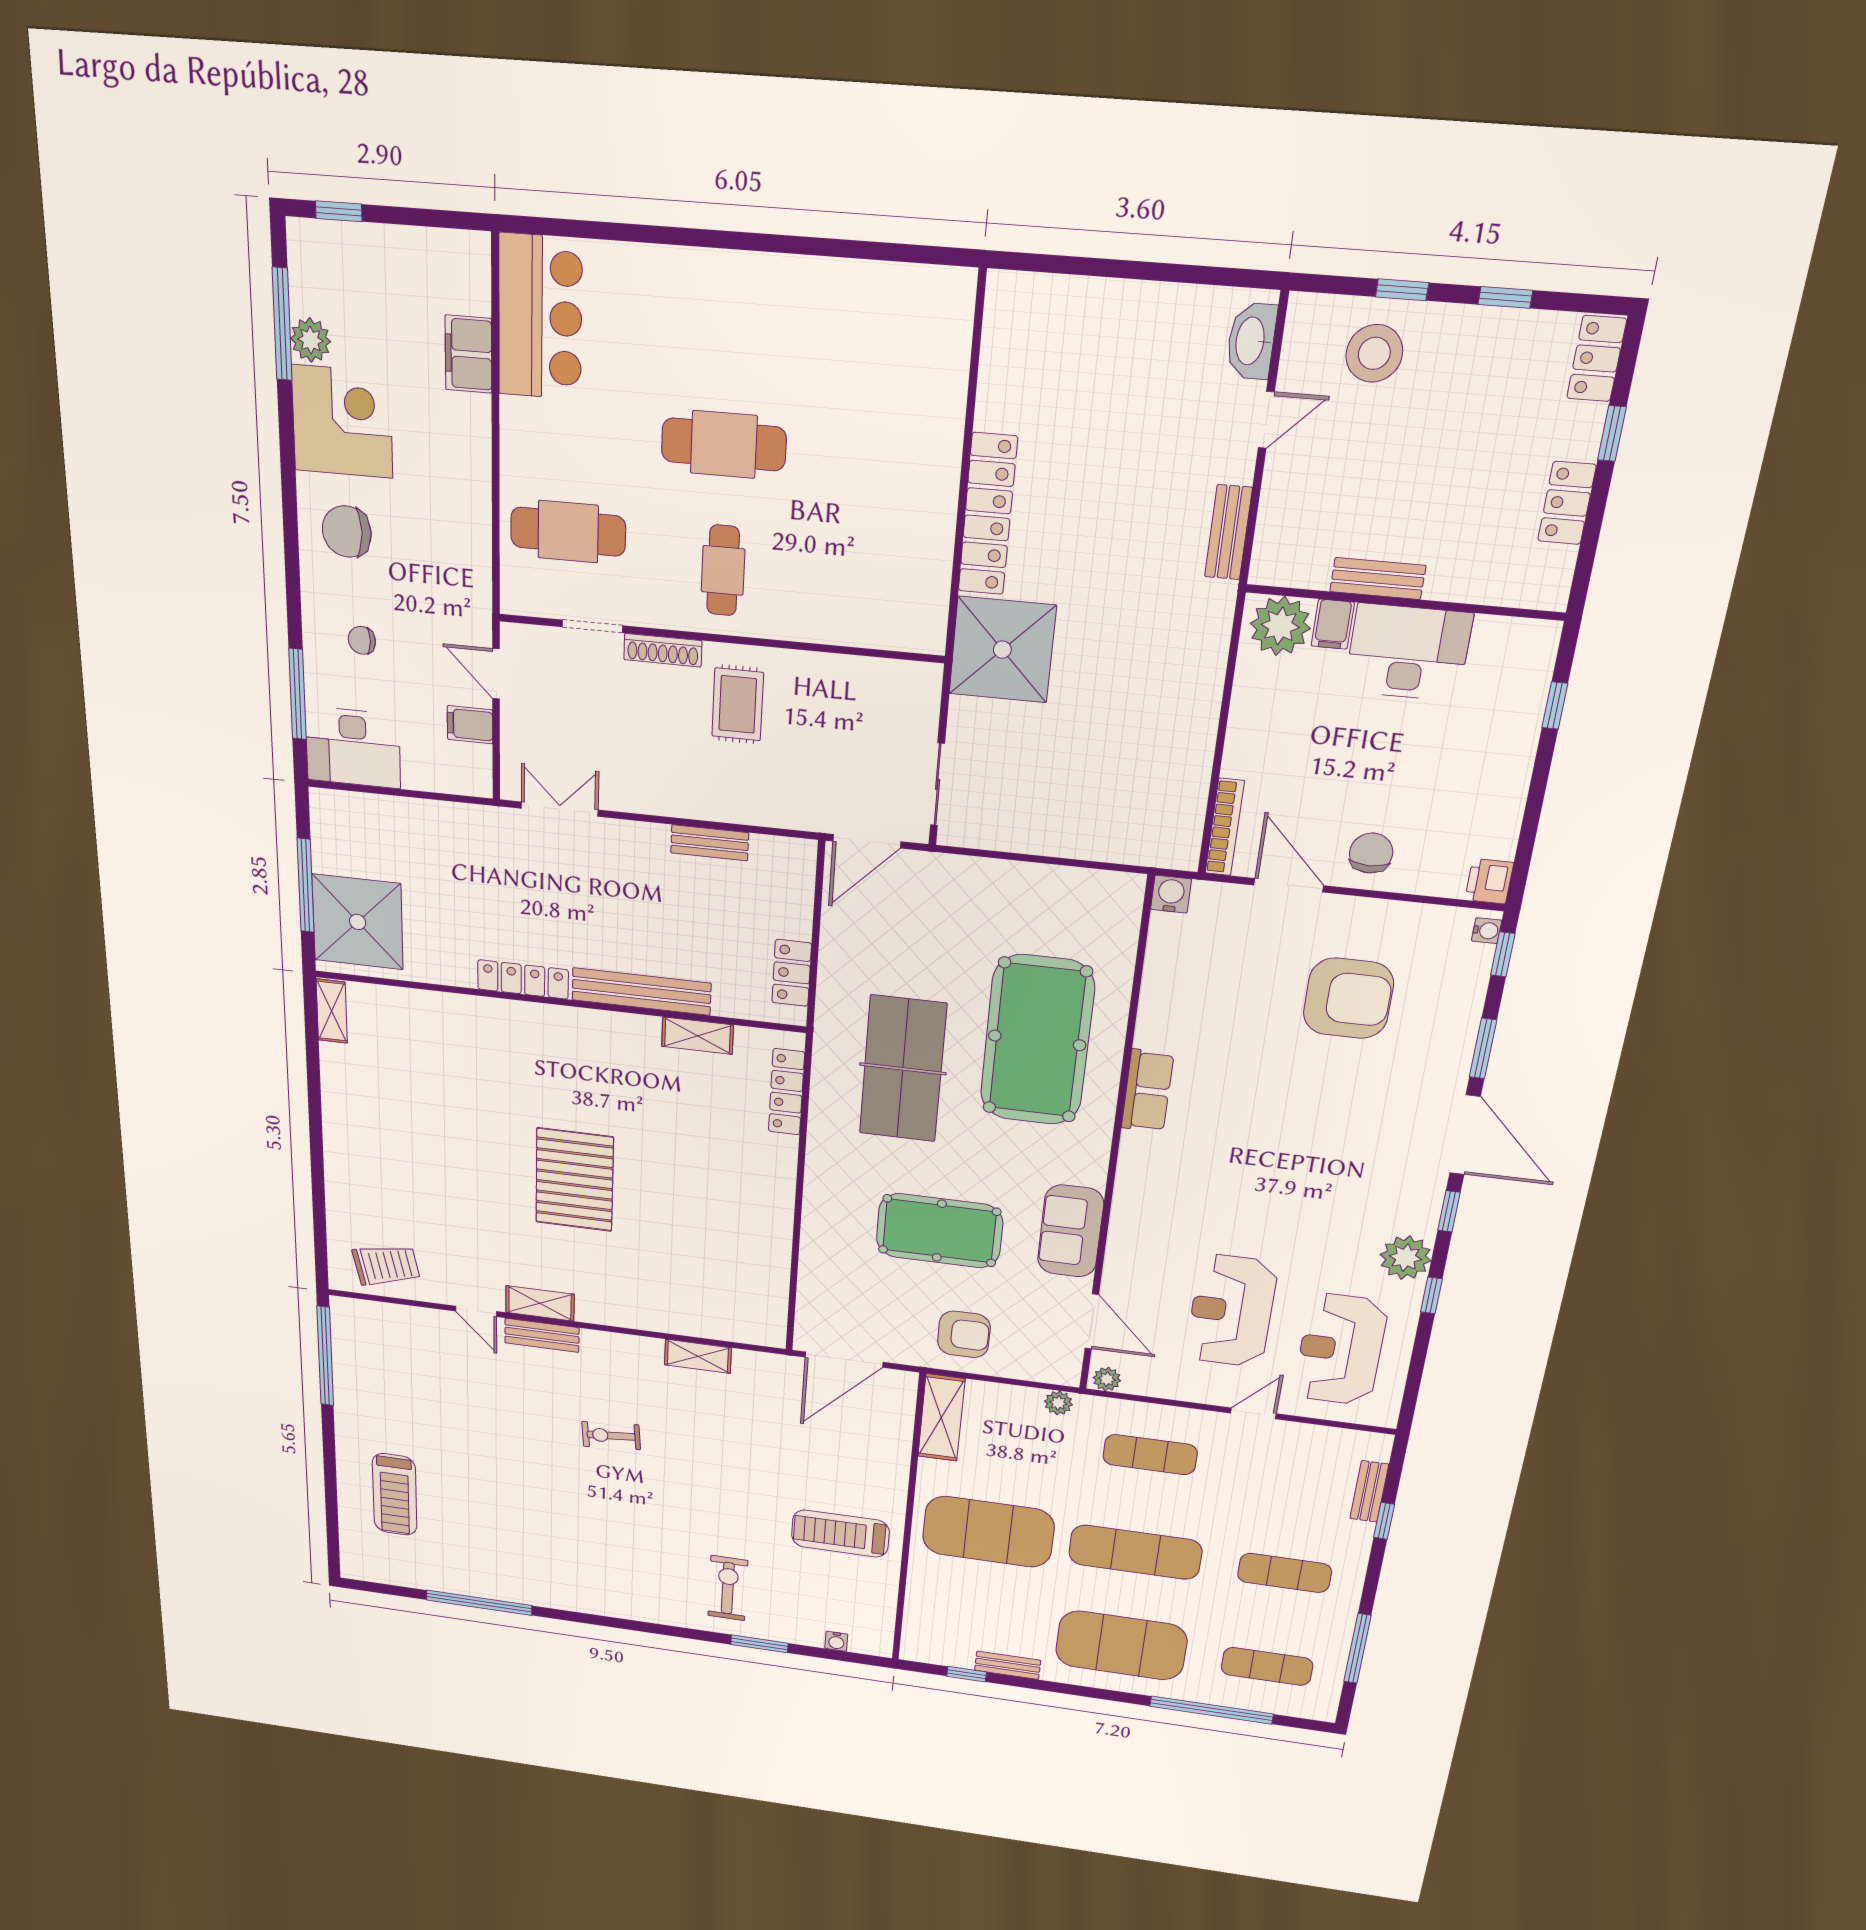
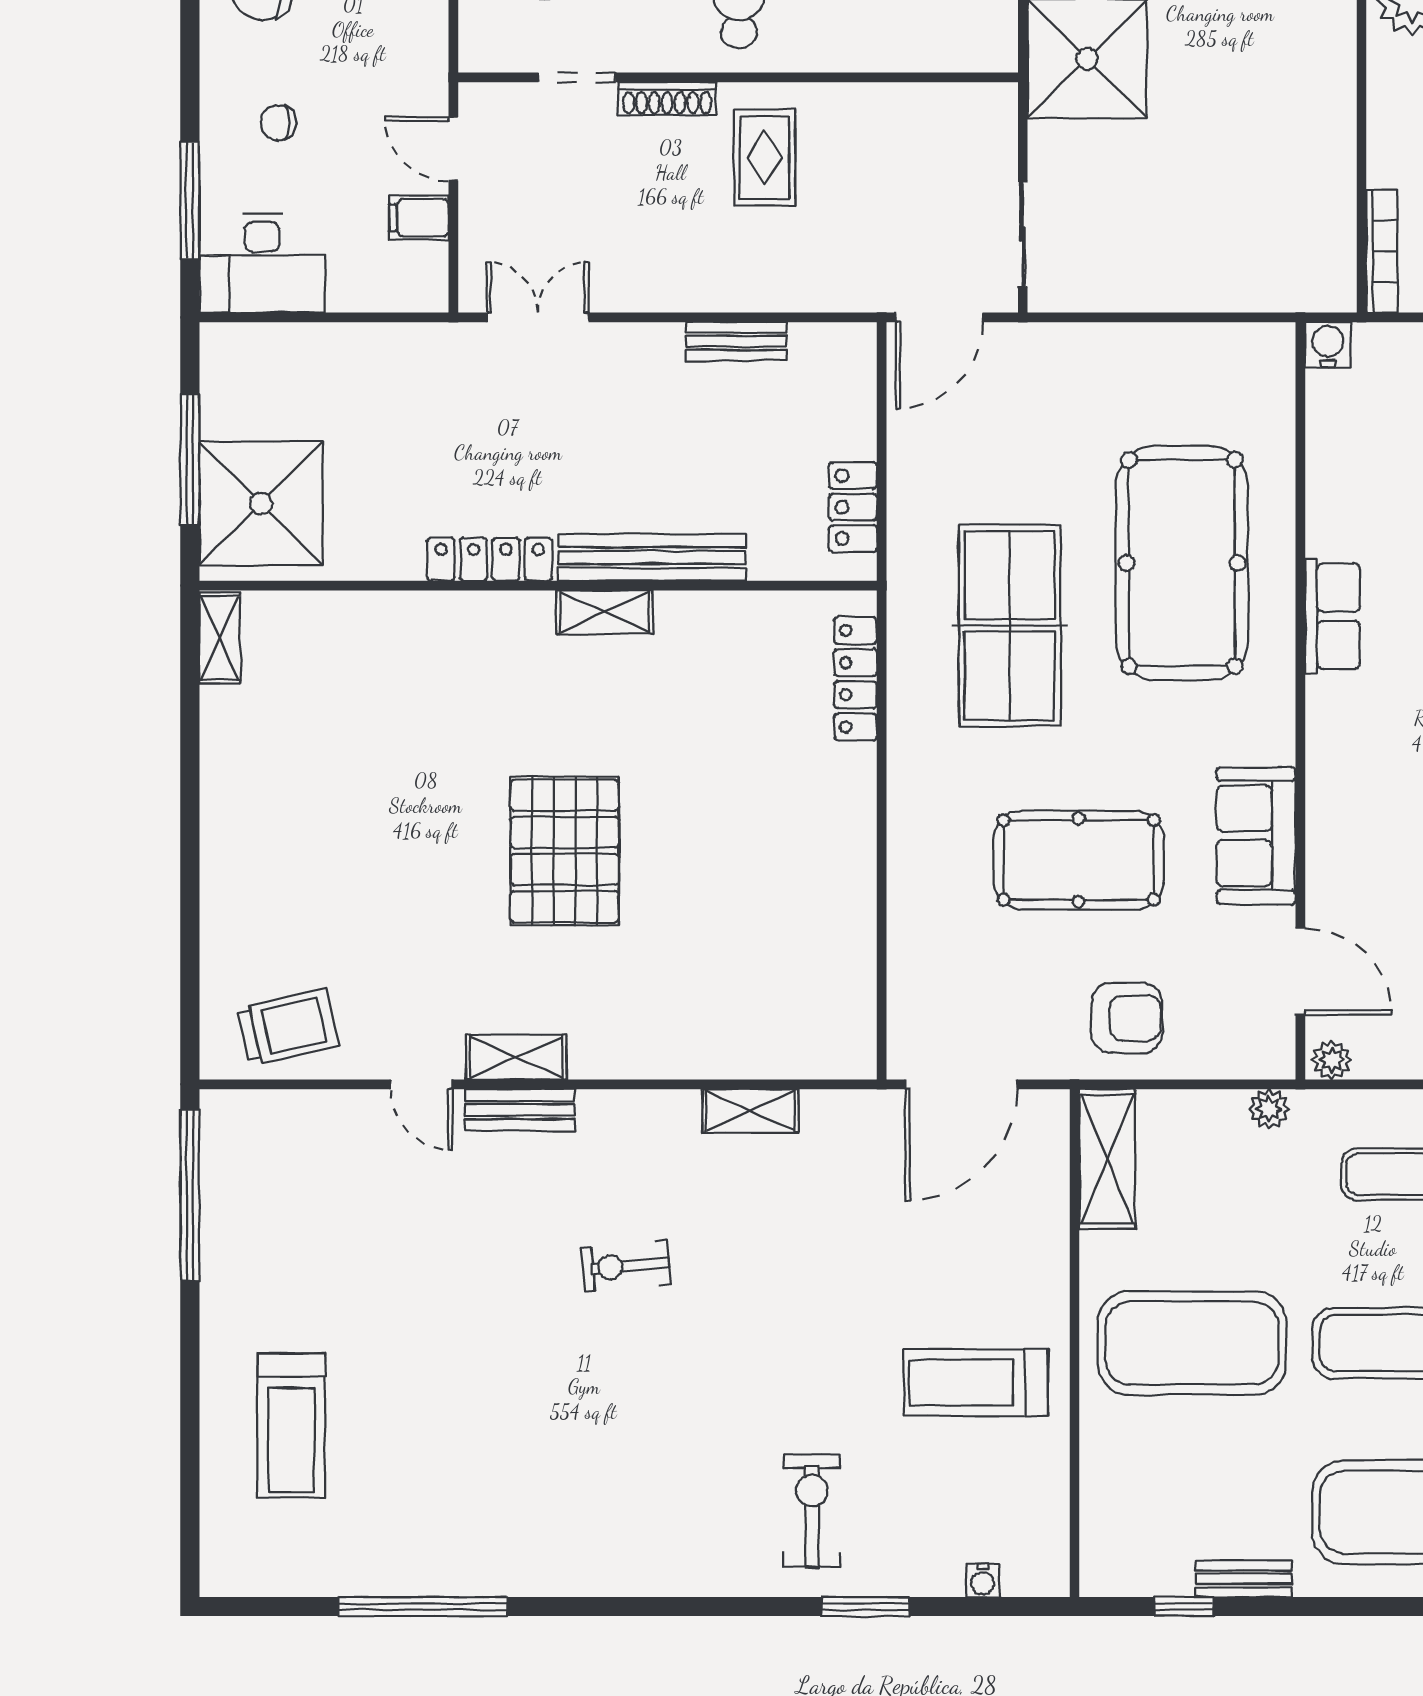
shelving: (697, 1036) -> (604, 612), moved

